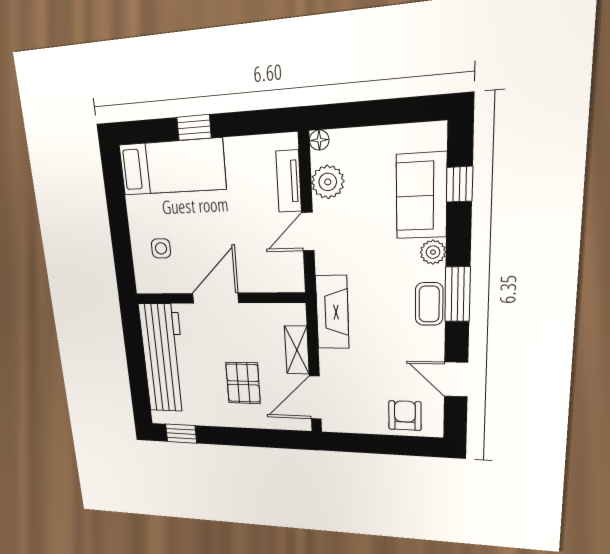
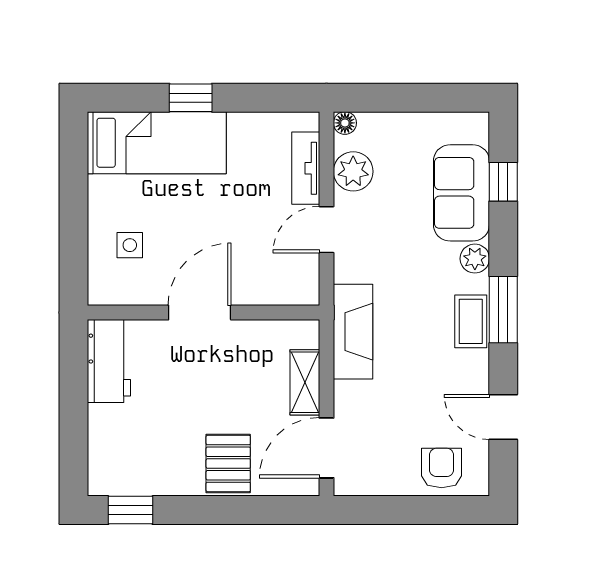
workbench: (163, 358) -> (109, 361), width x0.53, depth x0.76
pallet: (243, 383) -> (228, 463), moved

